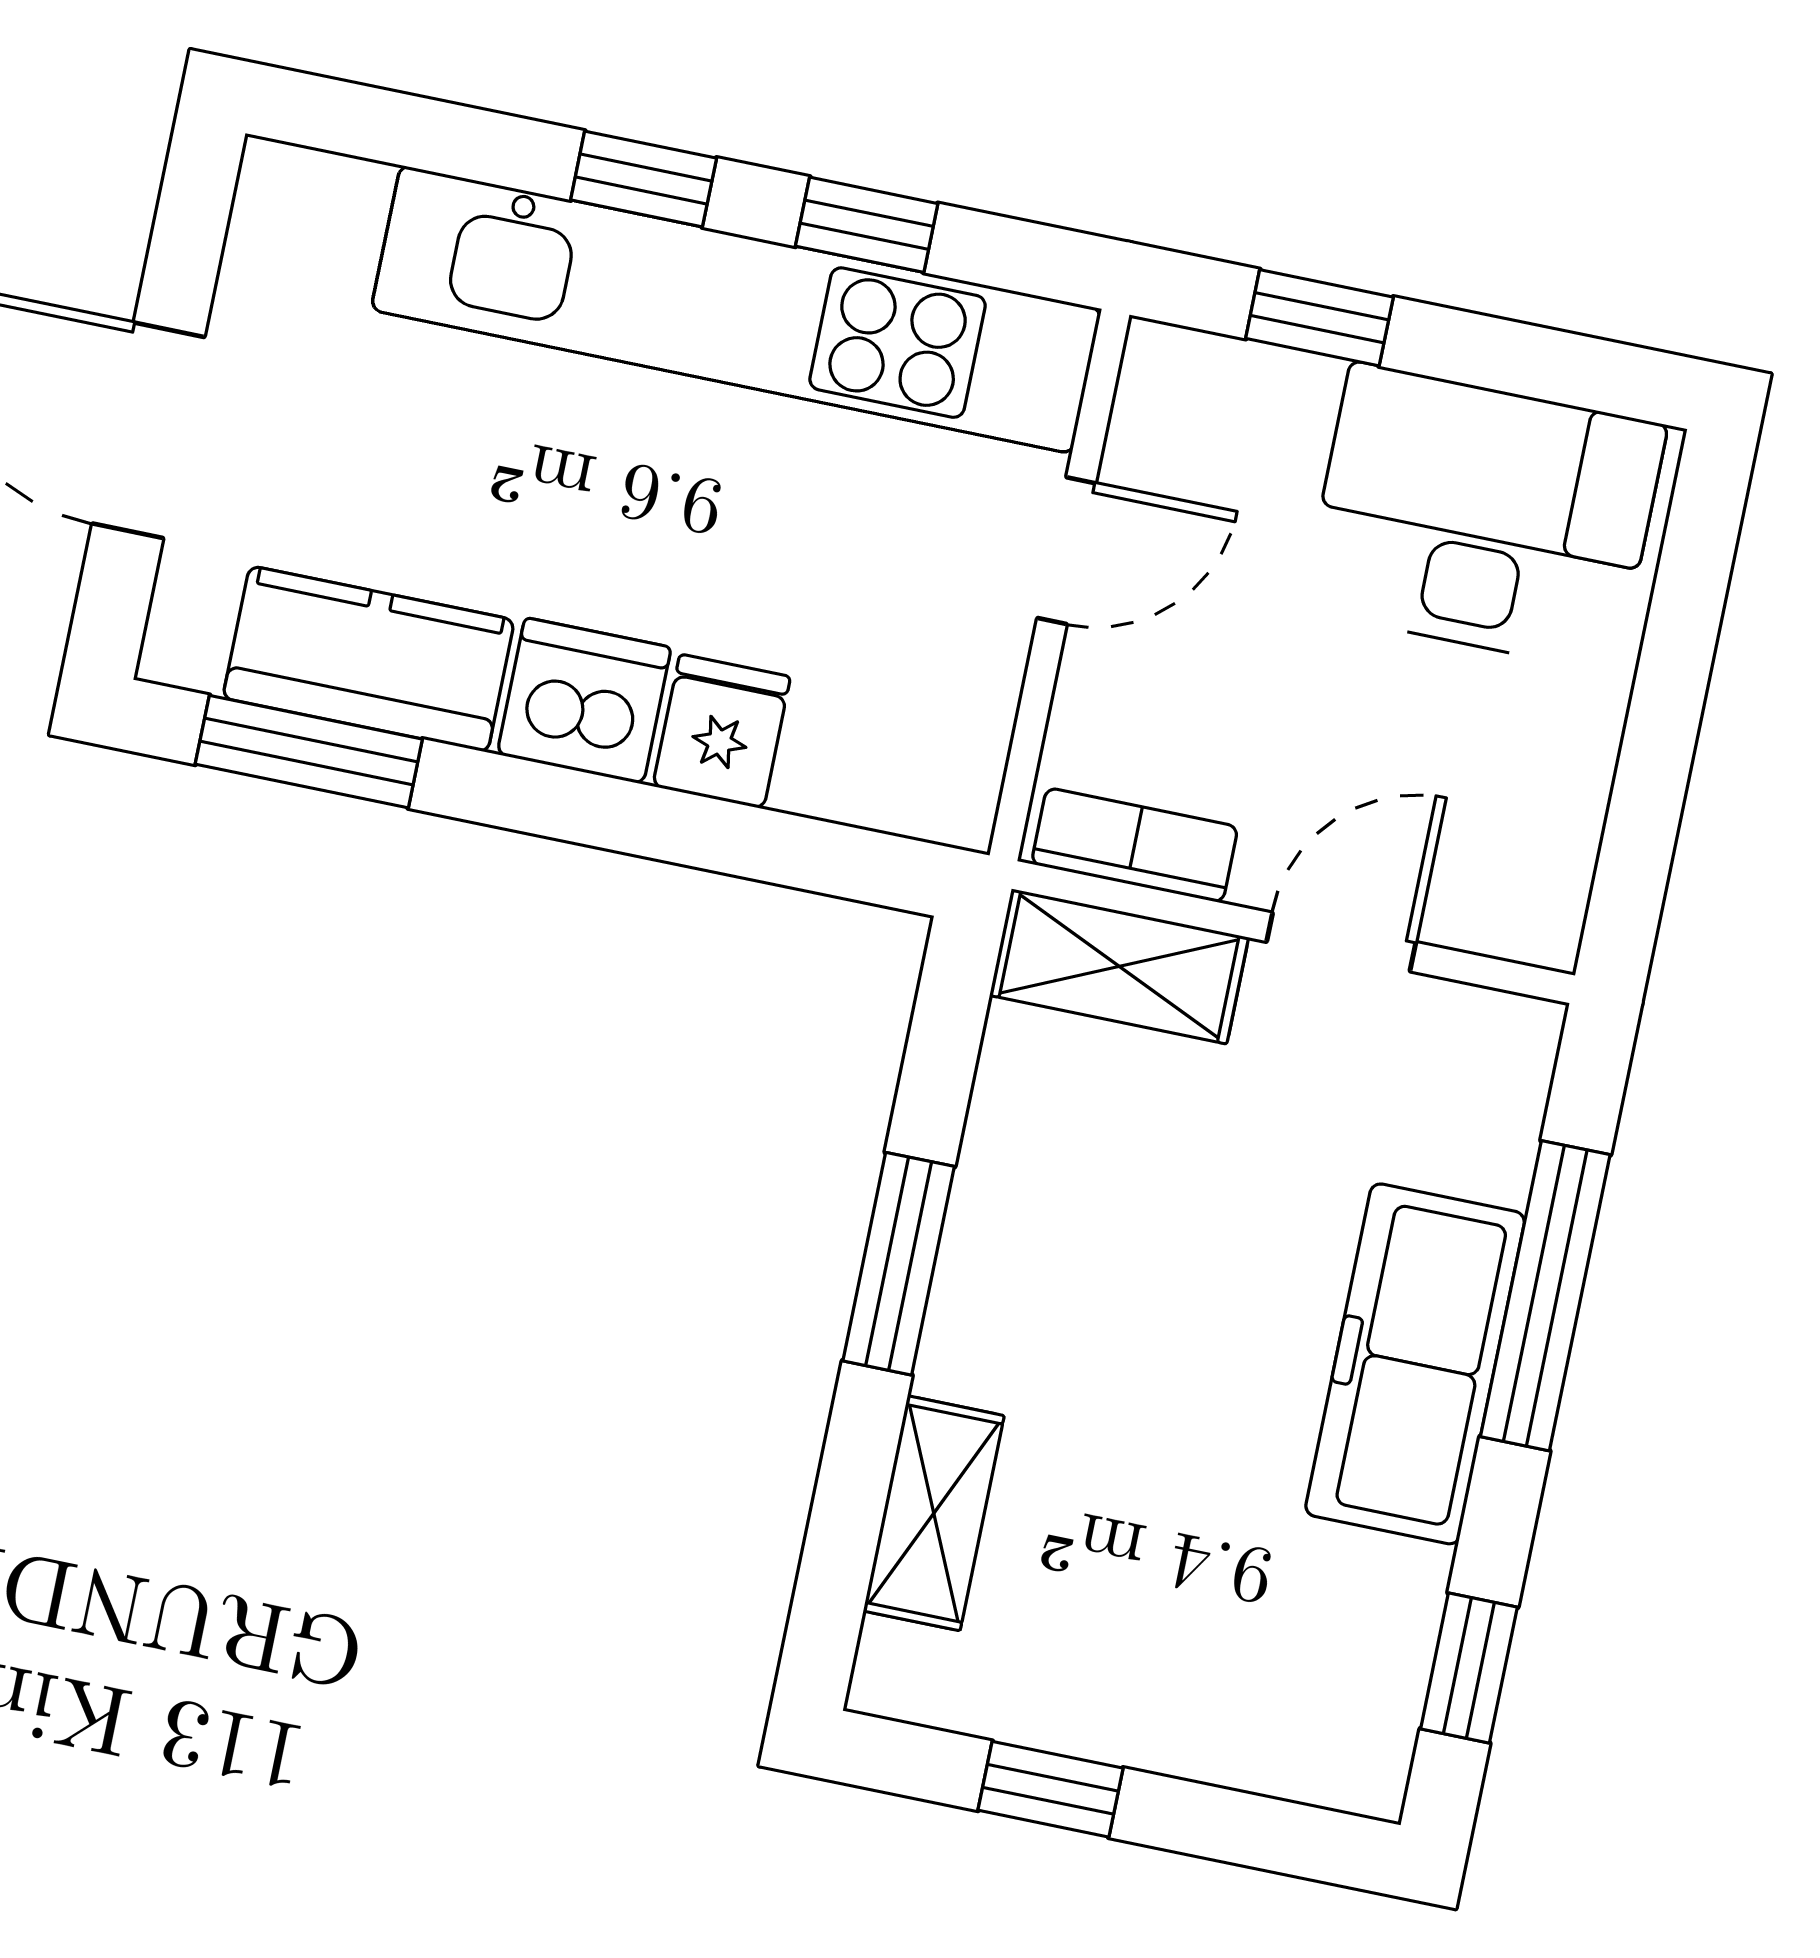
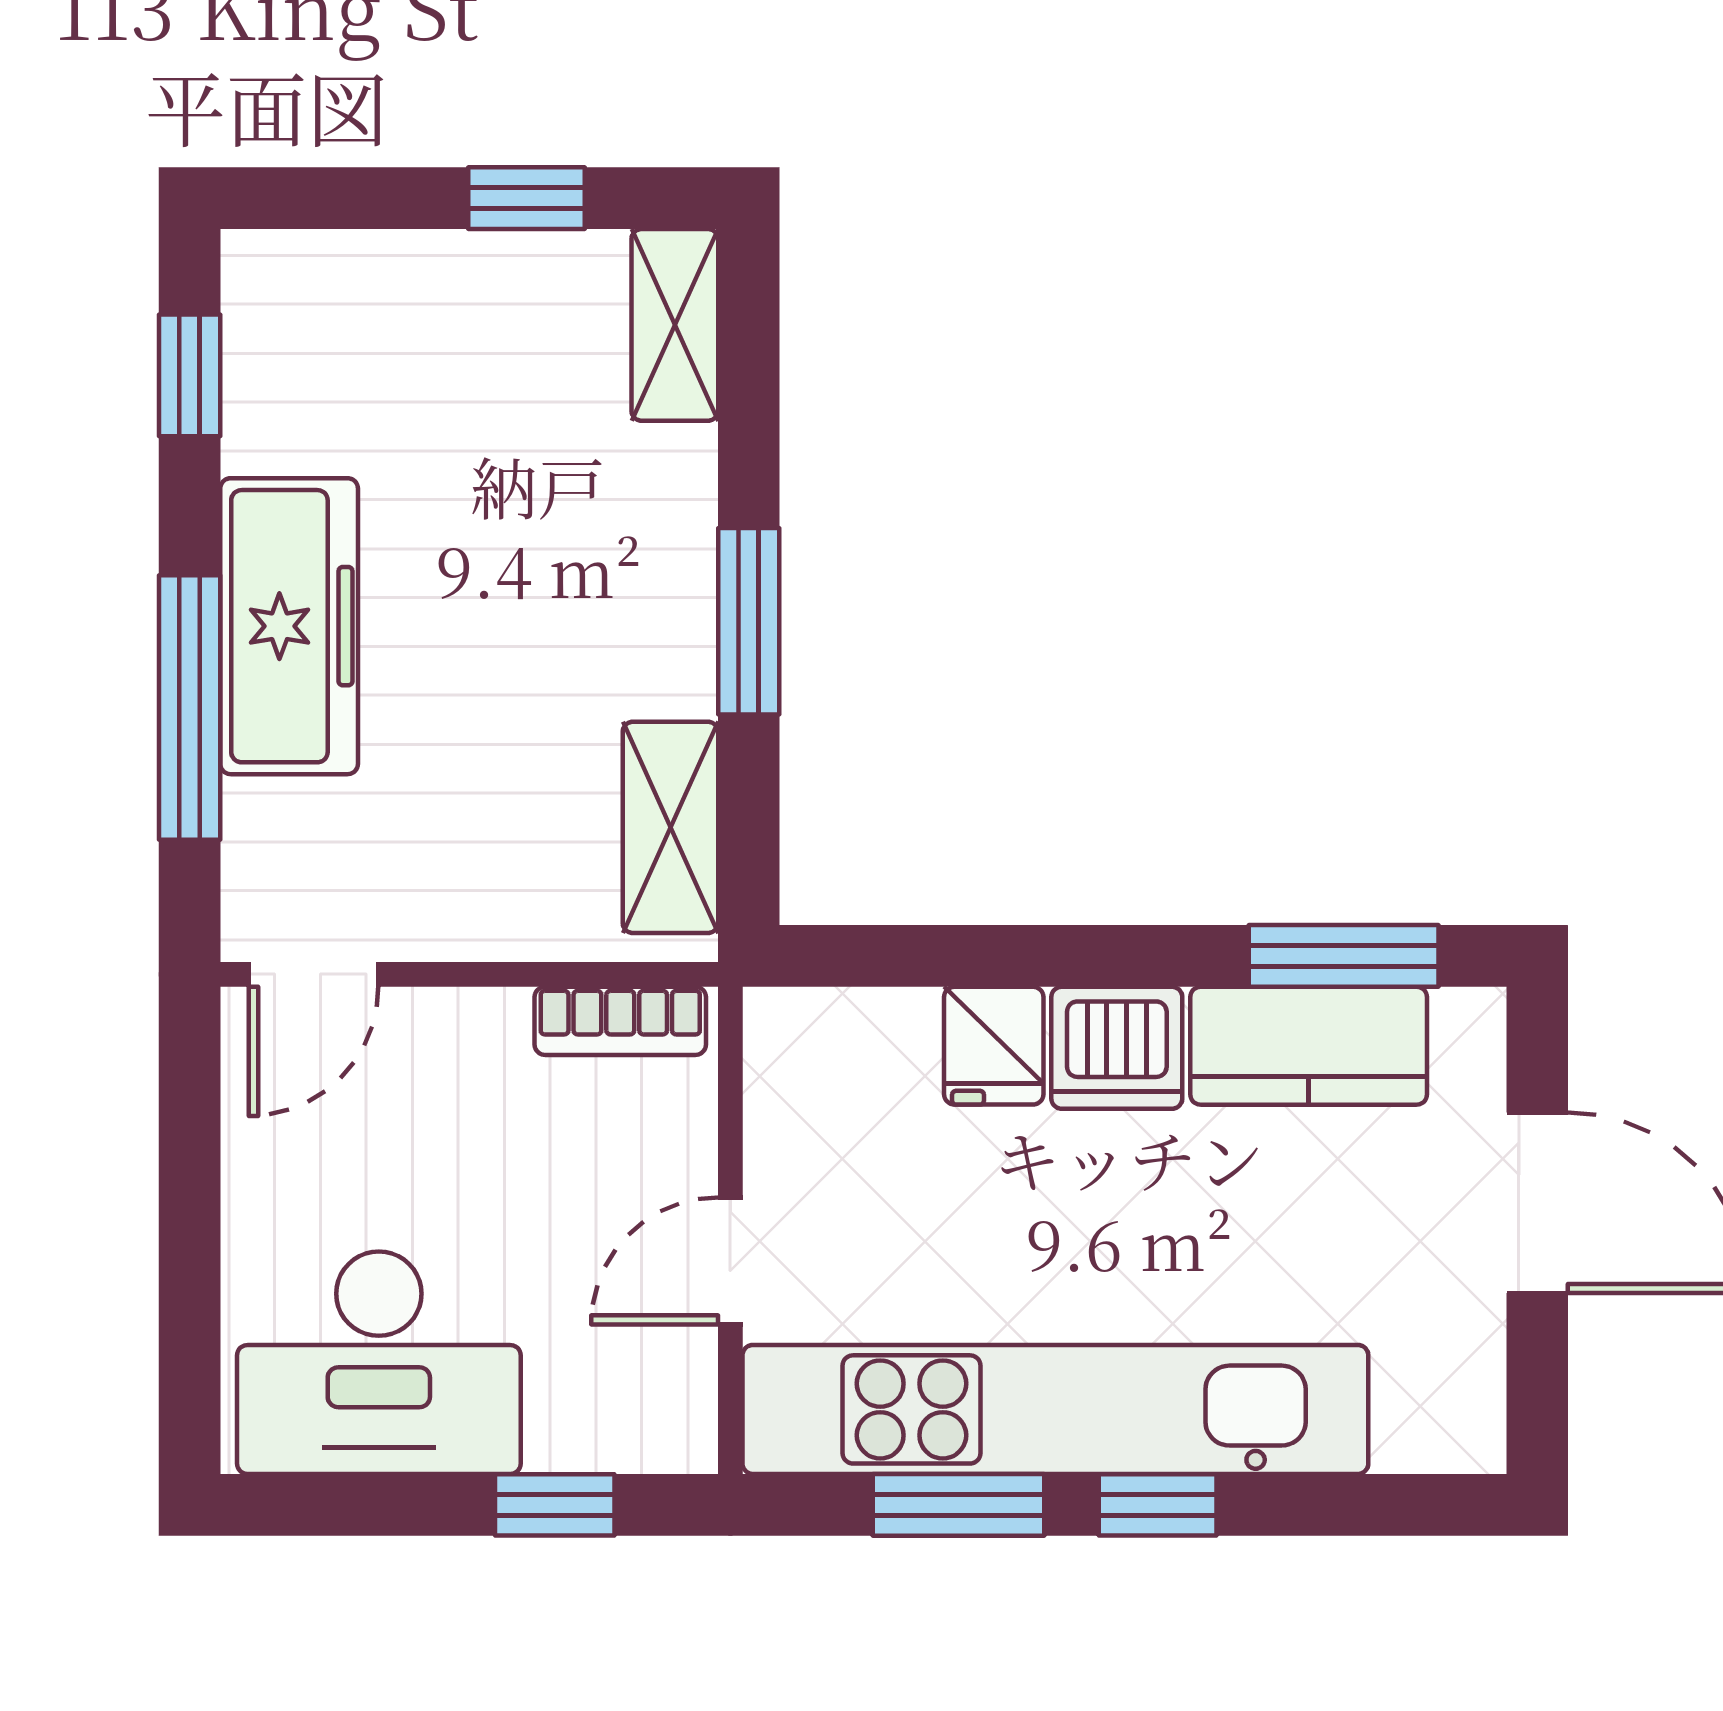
window: (867, 225) -> (959, 1505), width x1.50
door: (1341, 942) -> (314, 974), moved
shelving: (1119, 966) -> (670, 827), moved, turned 90
shelving: (934, 1513) -> (675, 325), moved

